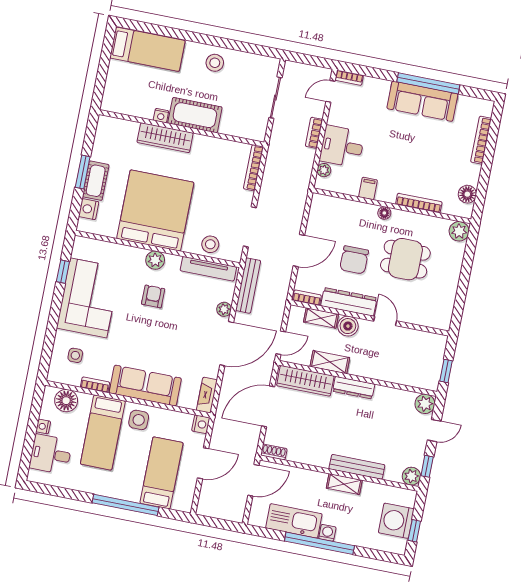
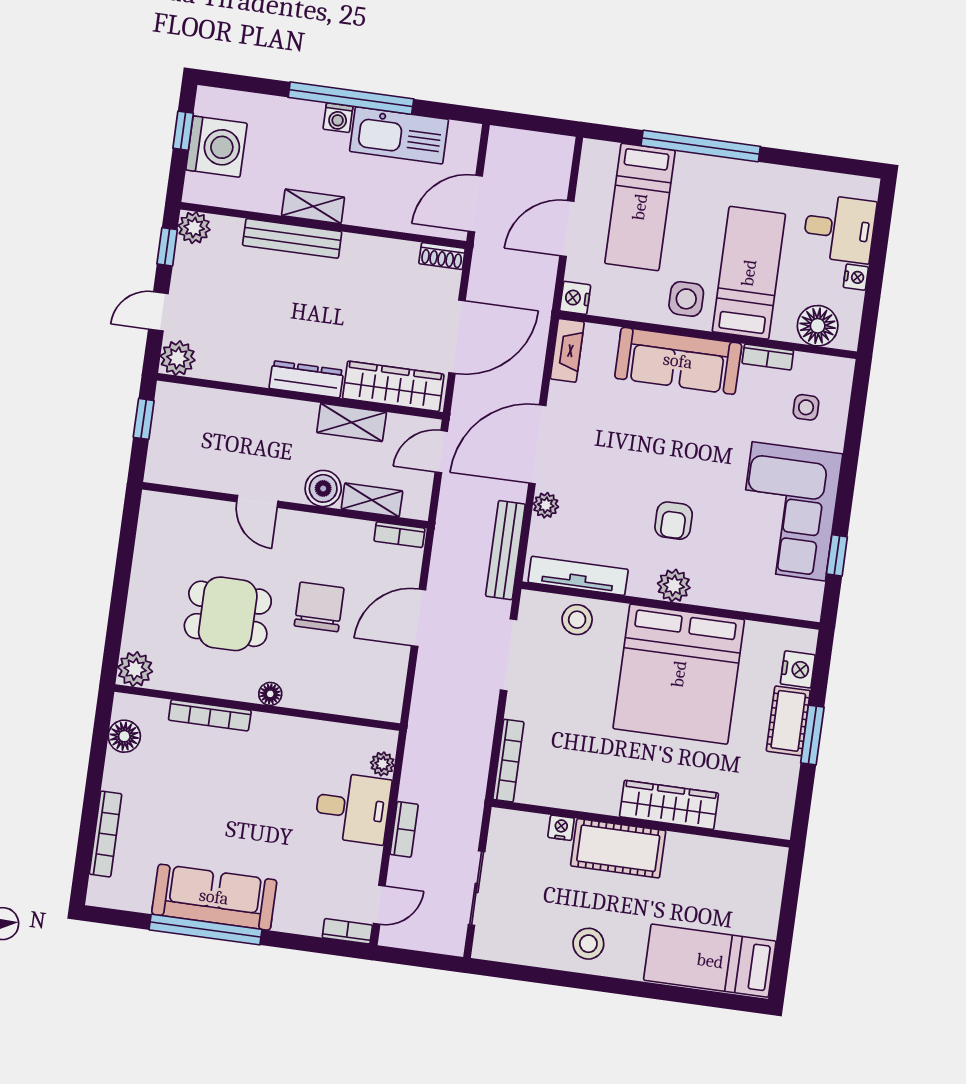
nightstand: (161, 116) -> (561, 828), moved
filing cabinet: (368, 188) -> (302, 736), removed
dresser: (349, 302) -> (324, 532), removed

